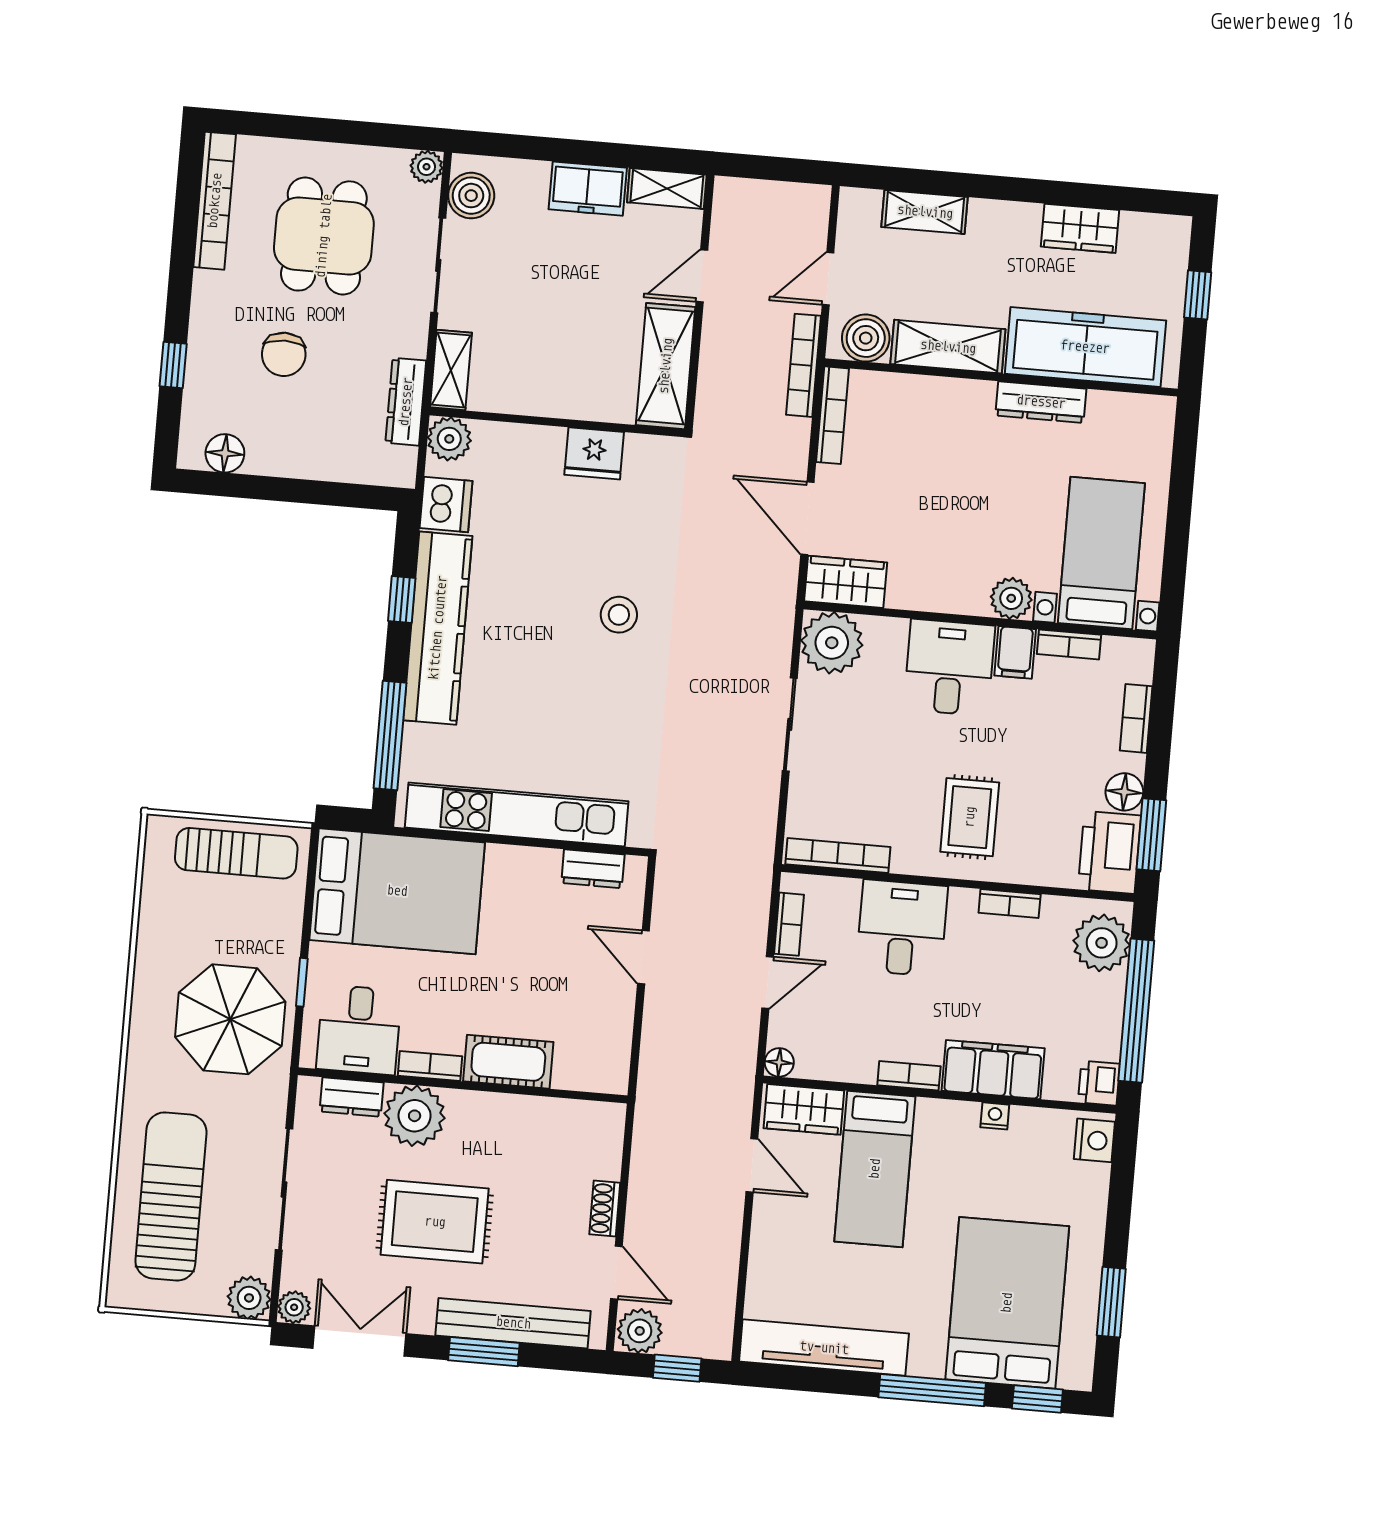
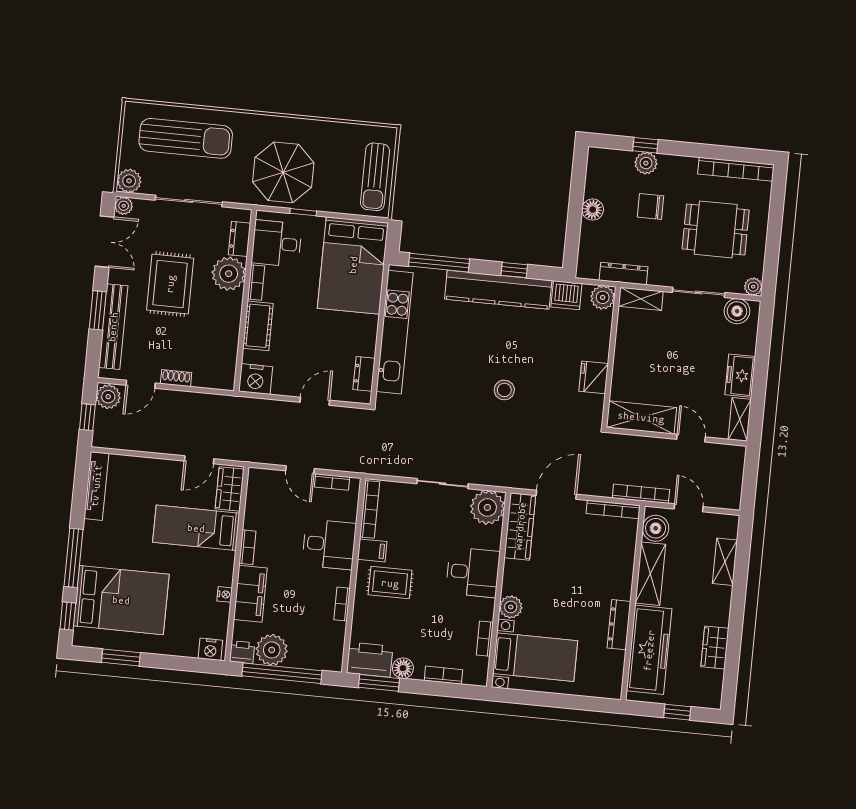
plant: (205, 364) -> (646, 163), added
floor lamp: (225, 453) -> (593, 210), moved
wardrobe: (846, 582) -> (520, 526), width x1.50
filing cabinet: (1015, 652) -> (372, 550), moved, turned 180
plant: (1102, 943) -> (272, 650), moved
floor lamp: (779, 1062) -> (256, 476), removed
nightstand: (605, 1065) -> (255, 379), added
tv unit: (824, 1348) -> (96, 486), width x0.73, depth x0.78

